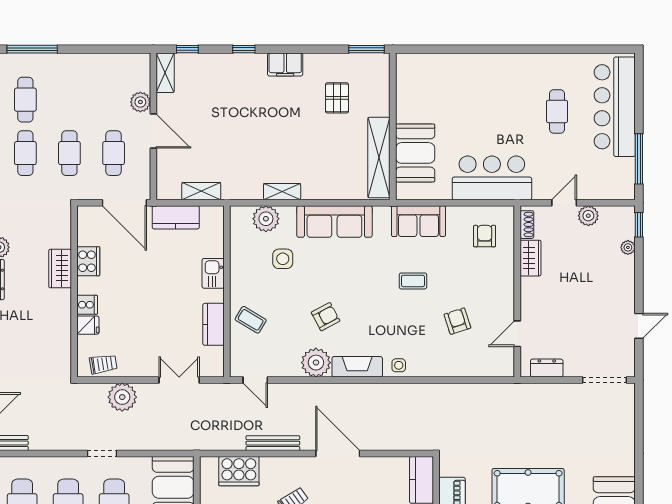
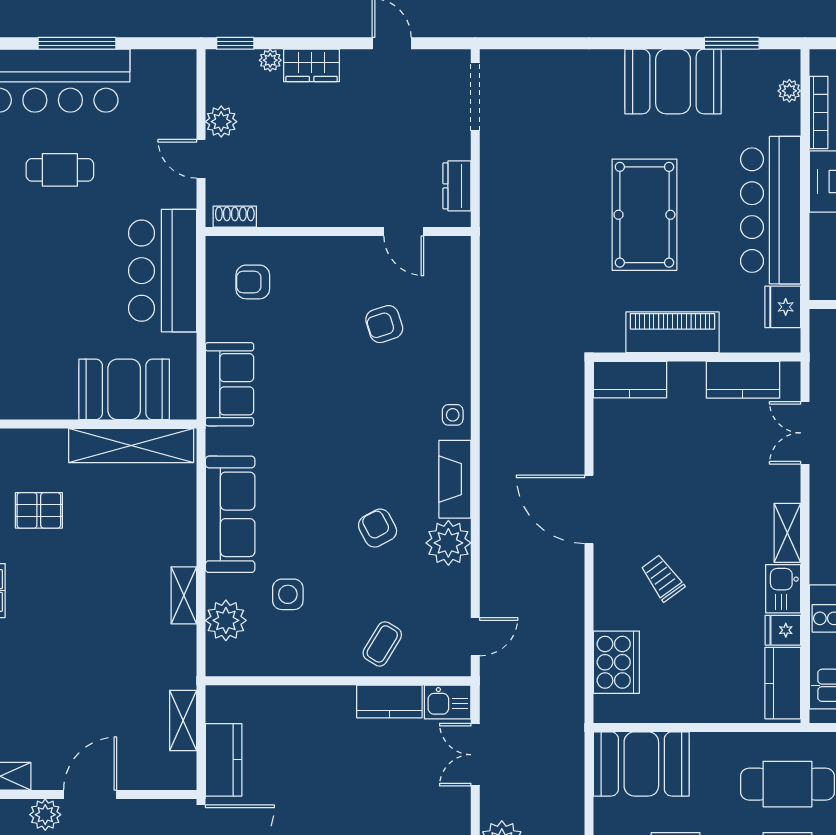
window: (639, 159) -> (77, 43), moved
wardrobe: (530, 258) -> (312, 65), moved, turned 180
kitchen sink: (213, 273) -> (448, 702), moved
coffee table: (413, 281) -> (322, 393), removed
bench: (273, 443) -> (573, 610), removed
door: (338, 453) -> (589, 509), hinge flipped

